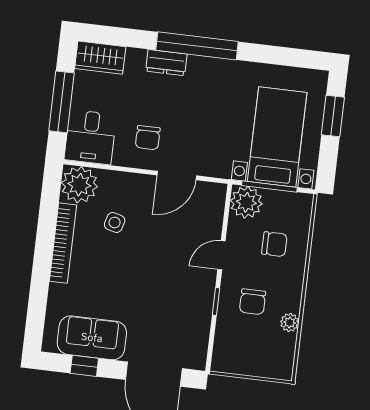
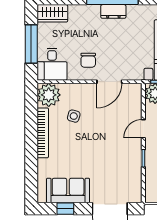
dresser: (166, 63) -> (113, 11), moved

